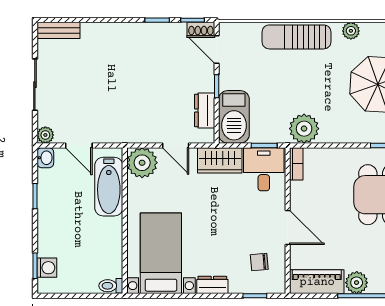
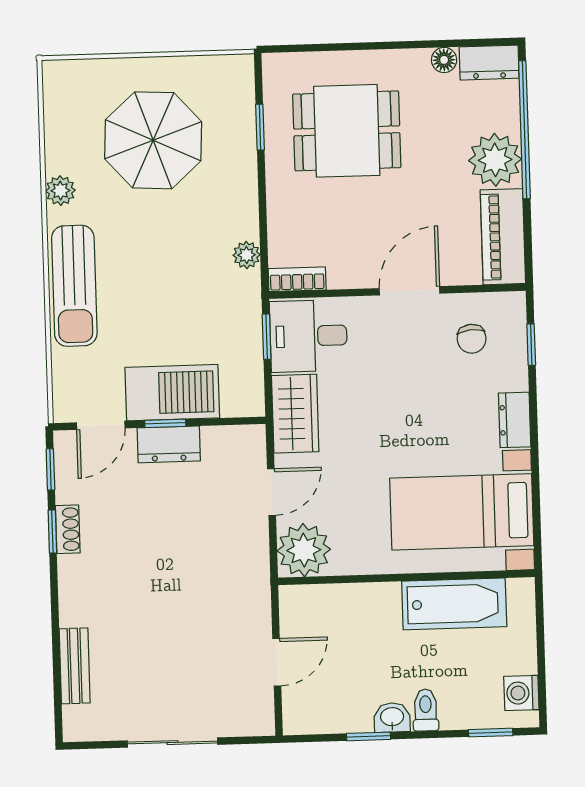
shoe rack: (201, 29) -> (68, 529), moved
bench: (58, 30) -> (75, 666), moved
dresser: (205, 110) -> (169, 444), moved
barbecue: (234, 117) -> (172, 393), moved
plant: (304, 129) -> (247, 255), width x0.53, depth x0.53
plant: (45, 135) -> (260, 721), removed
washbasin: (45, 158) -> (392, 717), moved
bathtub: (109, 187) -> (454, 604), moved
washing machine: (47, 268) -> (521, 693), moved, turned -90
plant: (357, 283) -> (495, 160), width x1.36, depth x1.36
toilet: (111, 286) -> (426, 710), moved, turned 180

